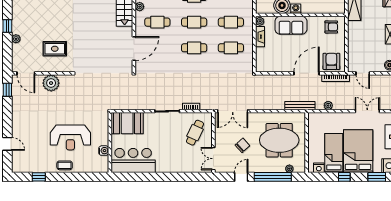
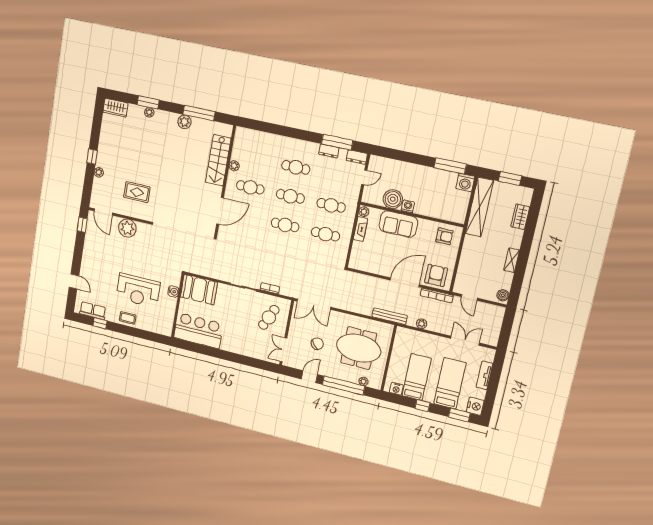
water cooler: (104, 151) -> (173, 292), moved
bed: (358, 151) -> (450, 383), width x0.67
row of seats: (30, 167) -> (93, 311), added

